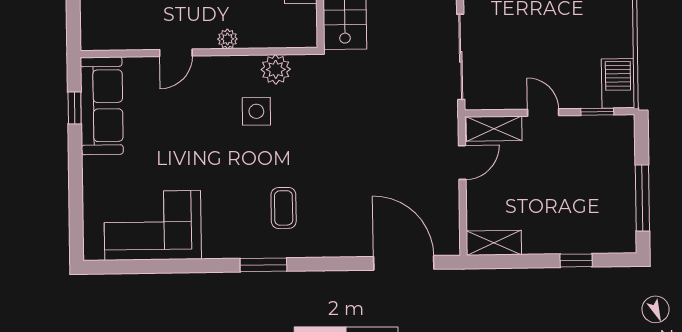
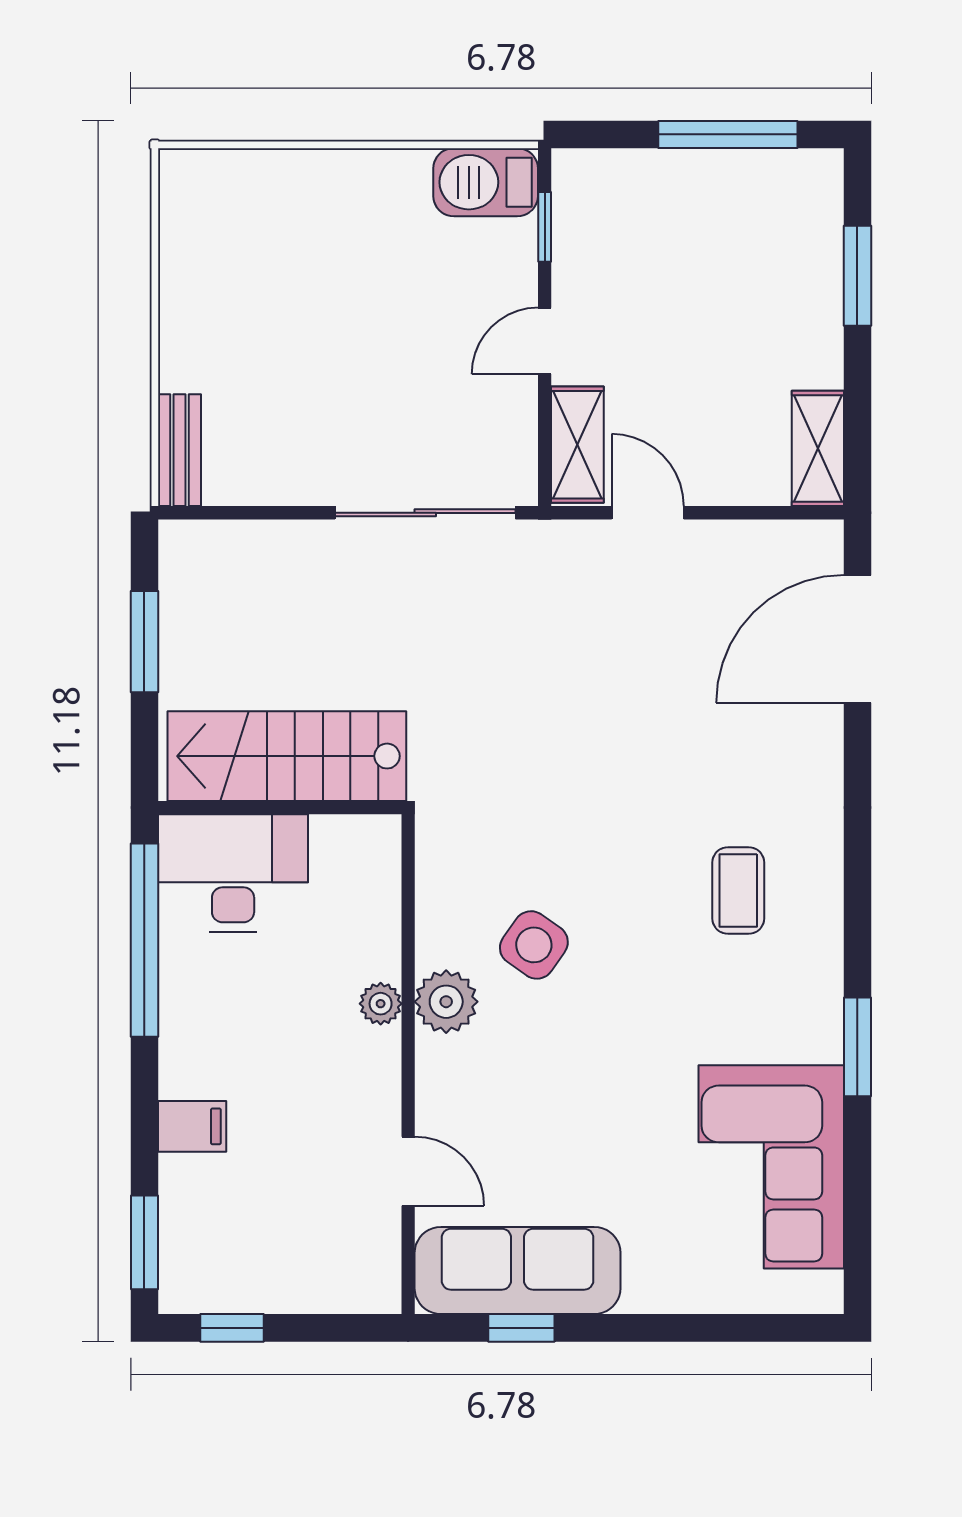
door: (176, 53) -> (408, 1171), moved
plant: (276, 69) -> (446, 1002), moved
side table: (256, 111) -> (534, 945), turned 35
coffee table: (284, 208) -> (738, 890), turned 90
window: (576, 260) -> (857, 276), width x1.50
window: (263, 265) -> (857, 1047), moved

